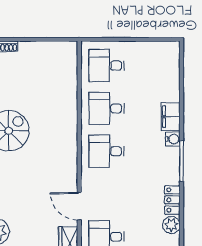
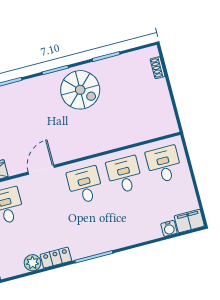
filing cabinet: (171, 117) -> (189, 221), moved
water cooler: (173, 139) -> (169, 228), moved
door: (79, 206) -> (41, 170), moved

